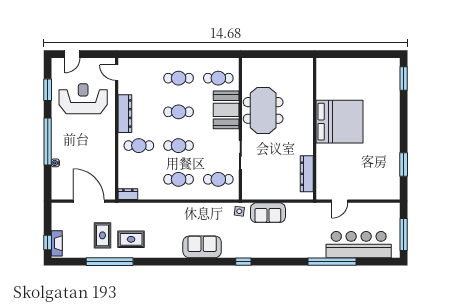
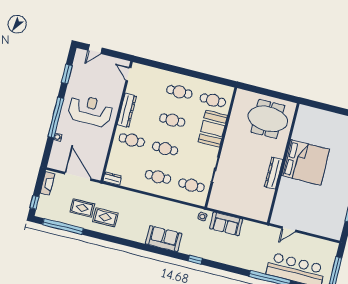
reception desk: (83, 99) -> (90, 111), moved
meeting table: (263, 110) -> (268, 119), moved, turned 90
dresser: (307, 174) -> (274, 173), moved
rug: (102, 235) -> (82, 208), turned 90
fireplace: (57, 243) -> (47, 184), moved
window: (110, 262) -> (63, 227), moved

